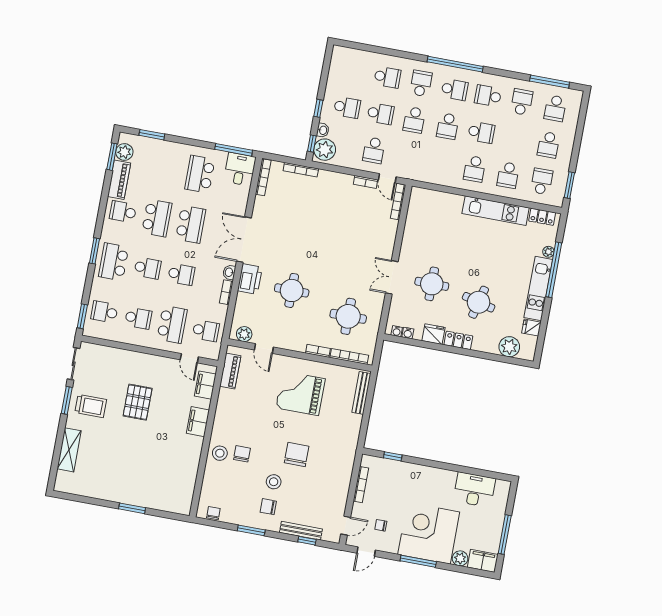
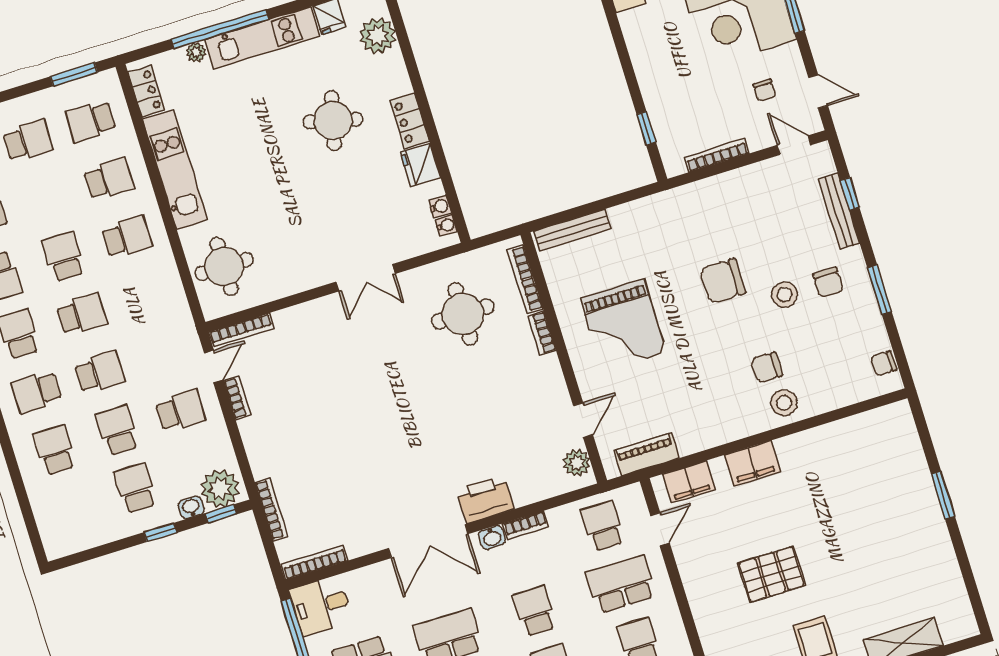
round table: (432, 284) -> (224, 266), moved
round table: (292, 290) -> (469, 424), removed

